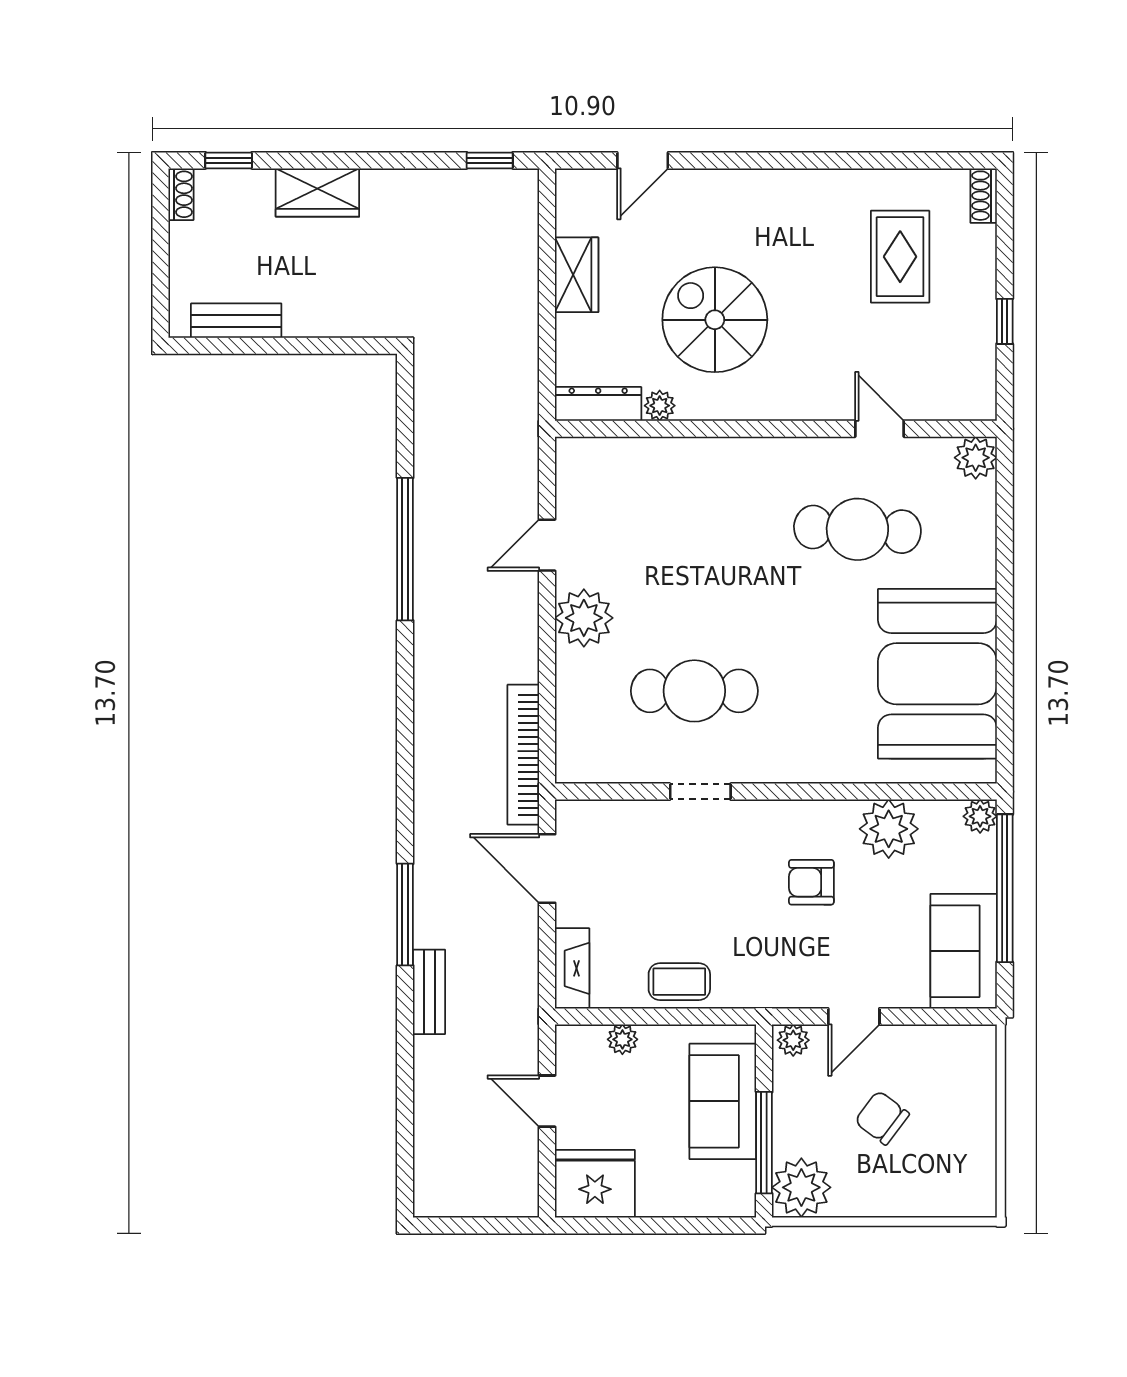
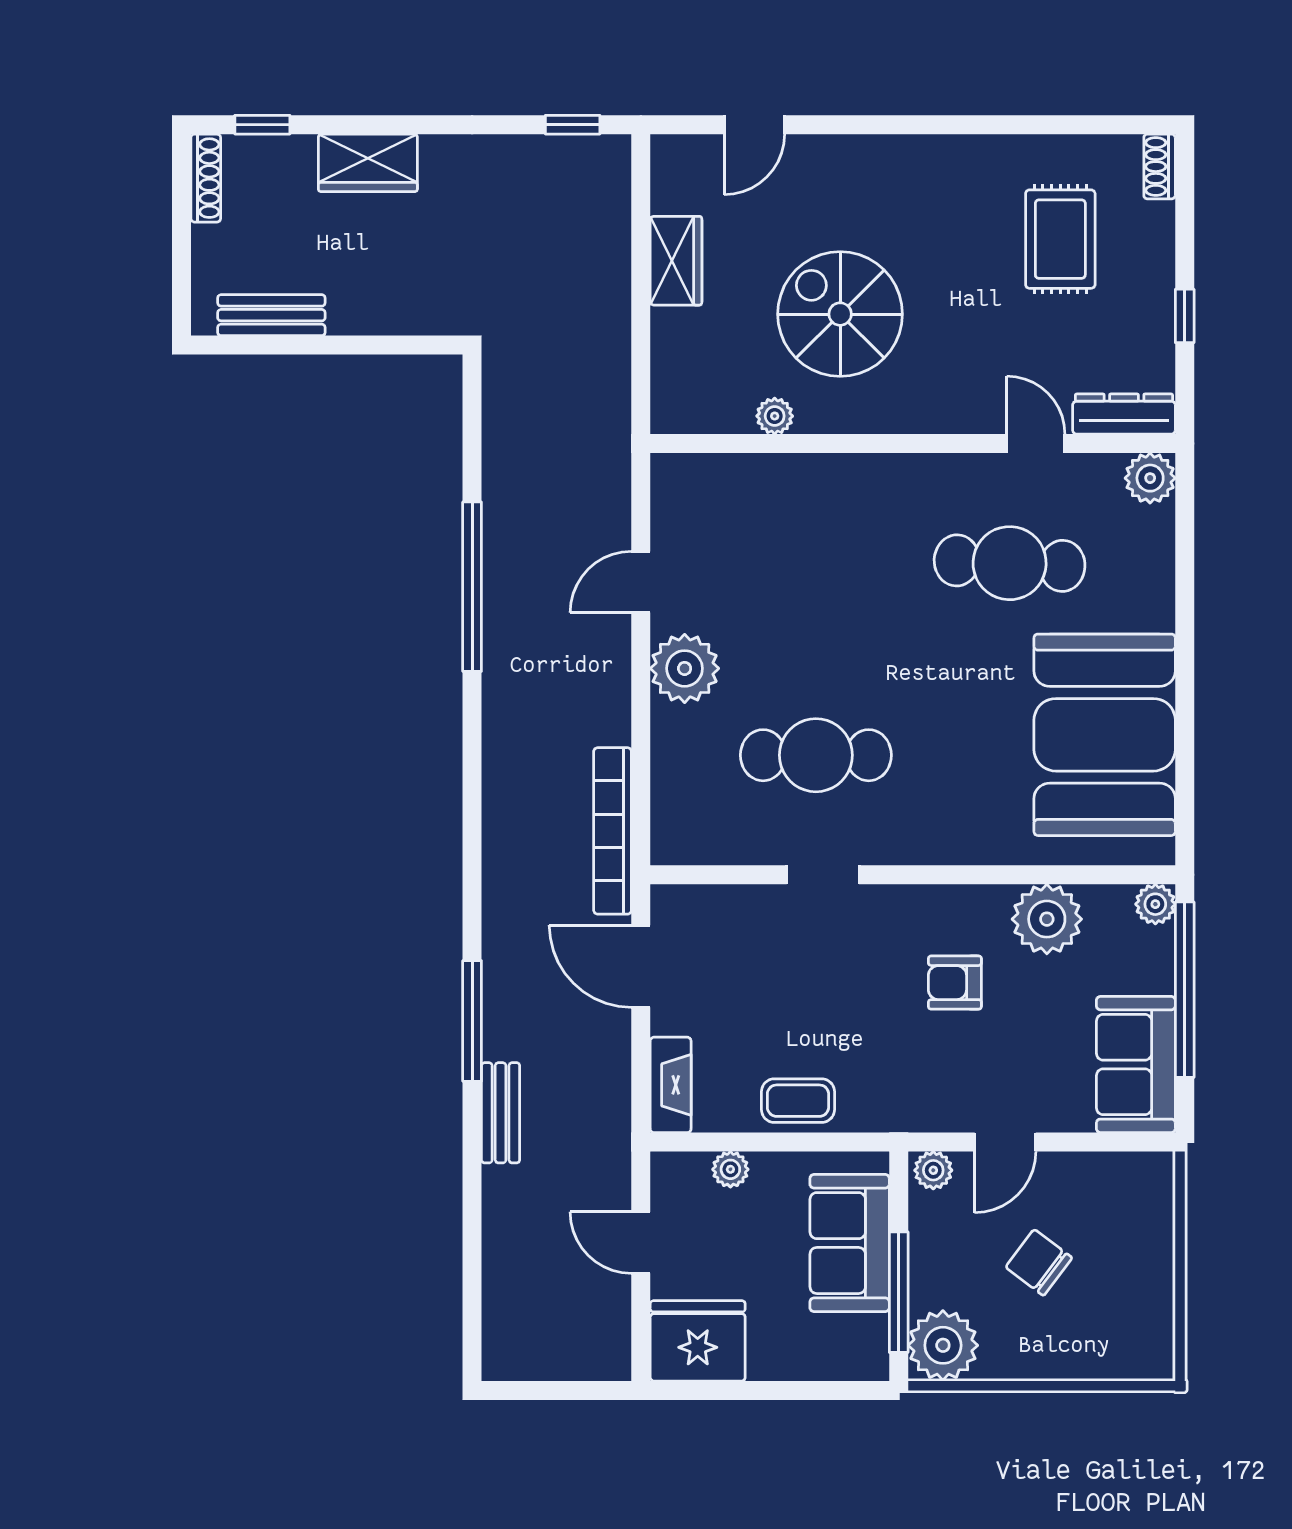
shoe rack: (181, 194) -> (206, 178), width x1.43
dresser: (598, 404) -> (1124, 414), moved

